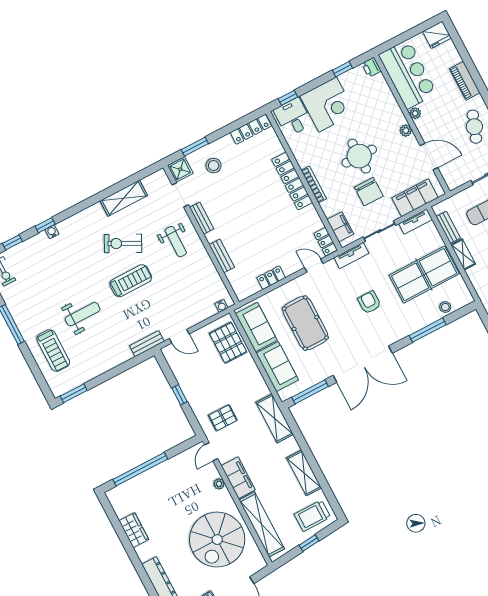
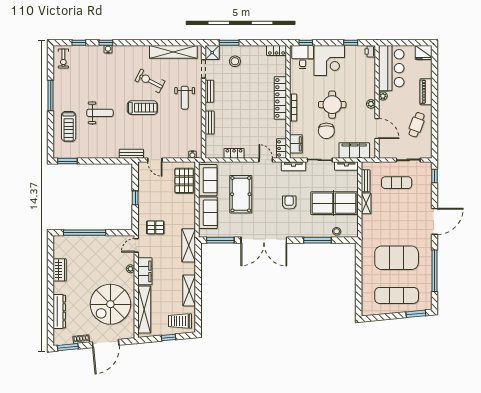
locker: (251, 129) -> (277, 50), width x0.66
shelving: (124, 198) -> (173, 52), width x1.47

